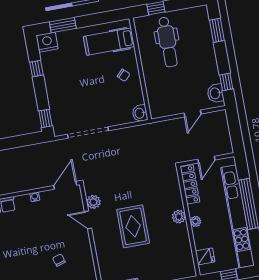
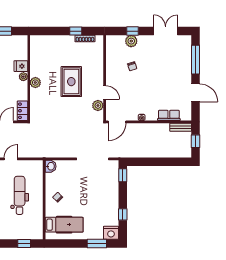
dental chair: (168, 42) -> (20, 195), moved
locker: (190, 184) -> (23, 111), width x0.66
fridge: (205, 256) -> (21, 66), moved

